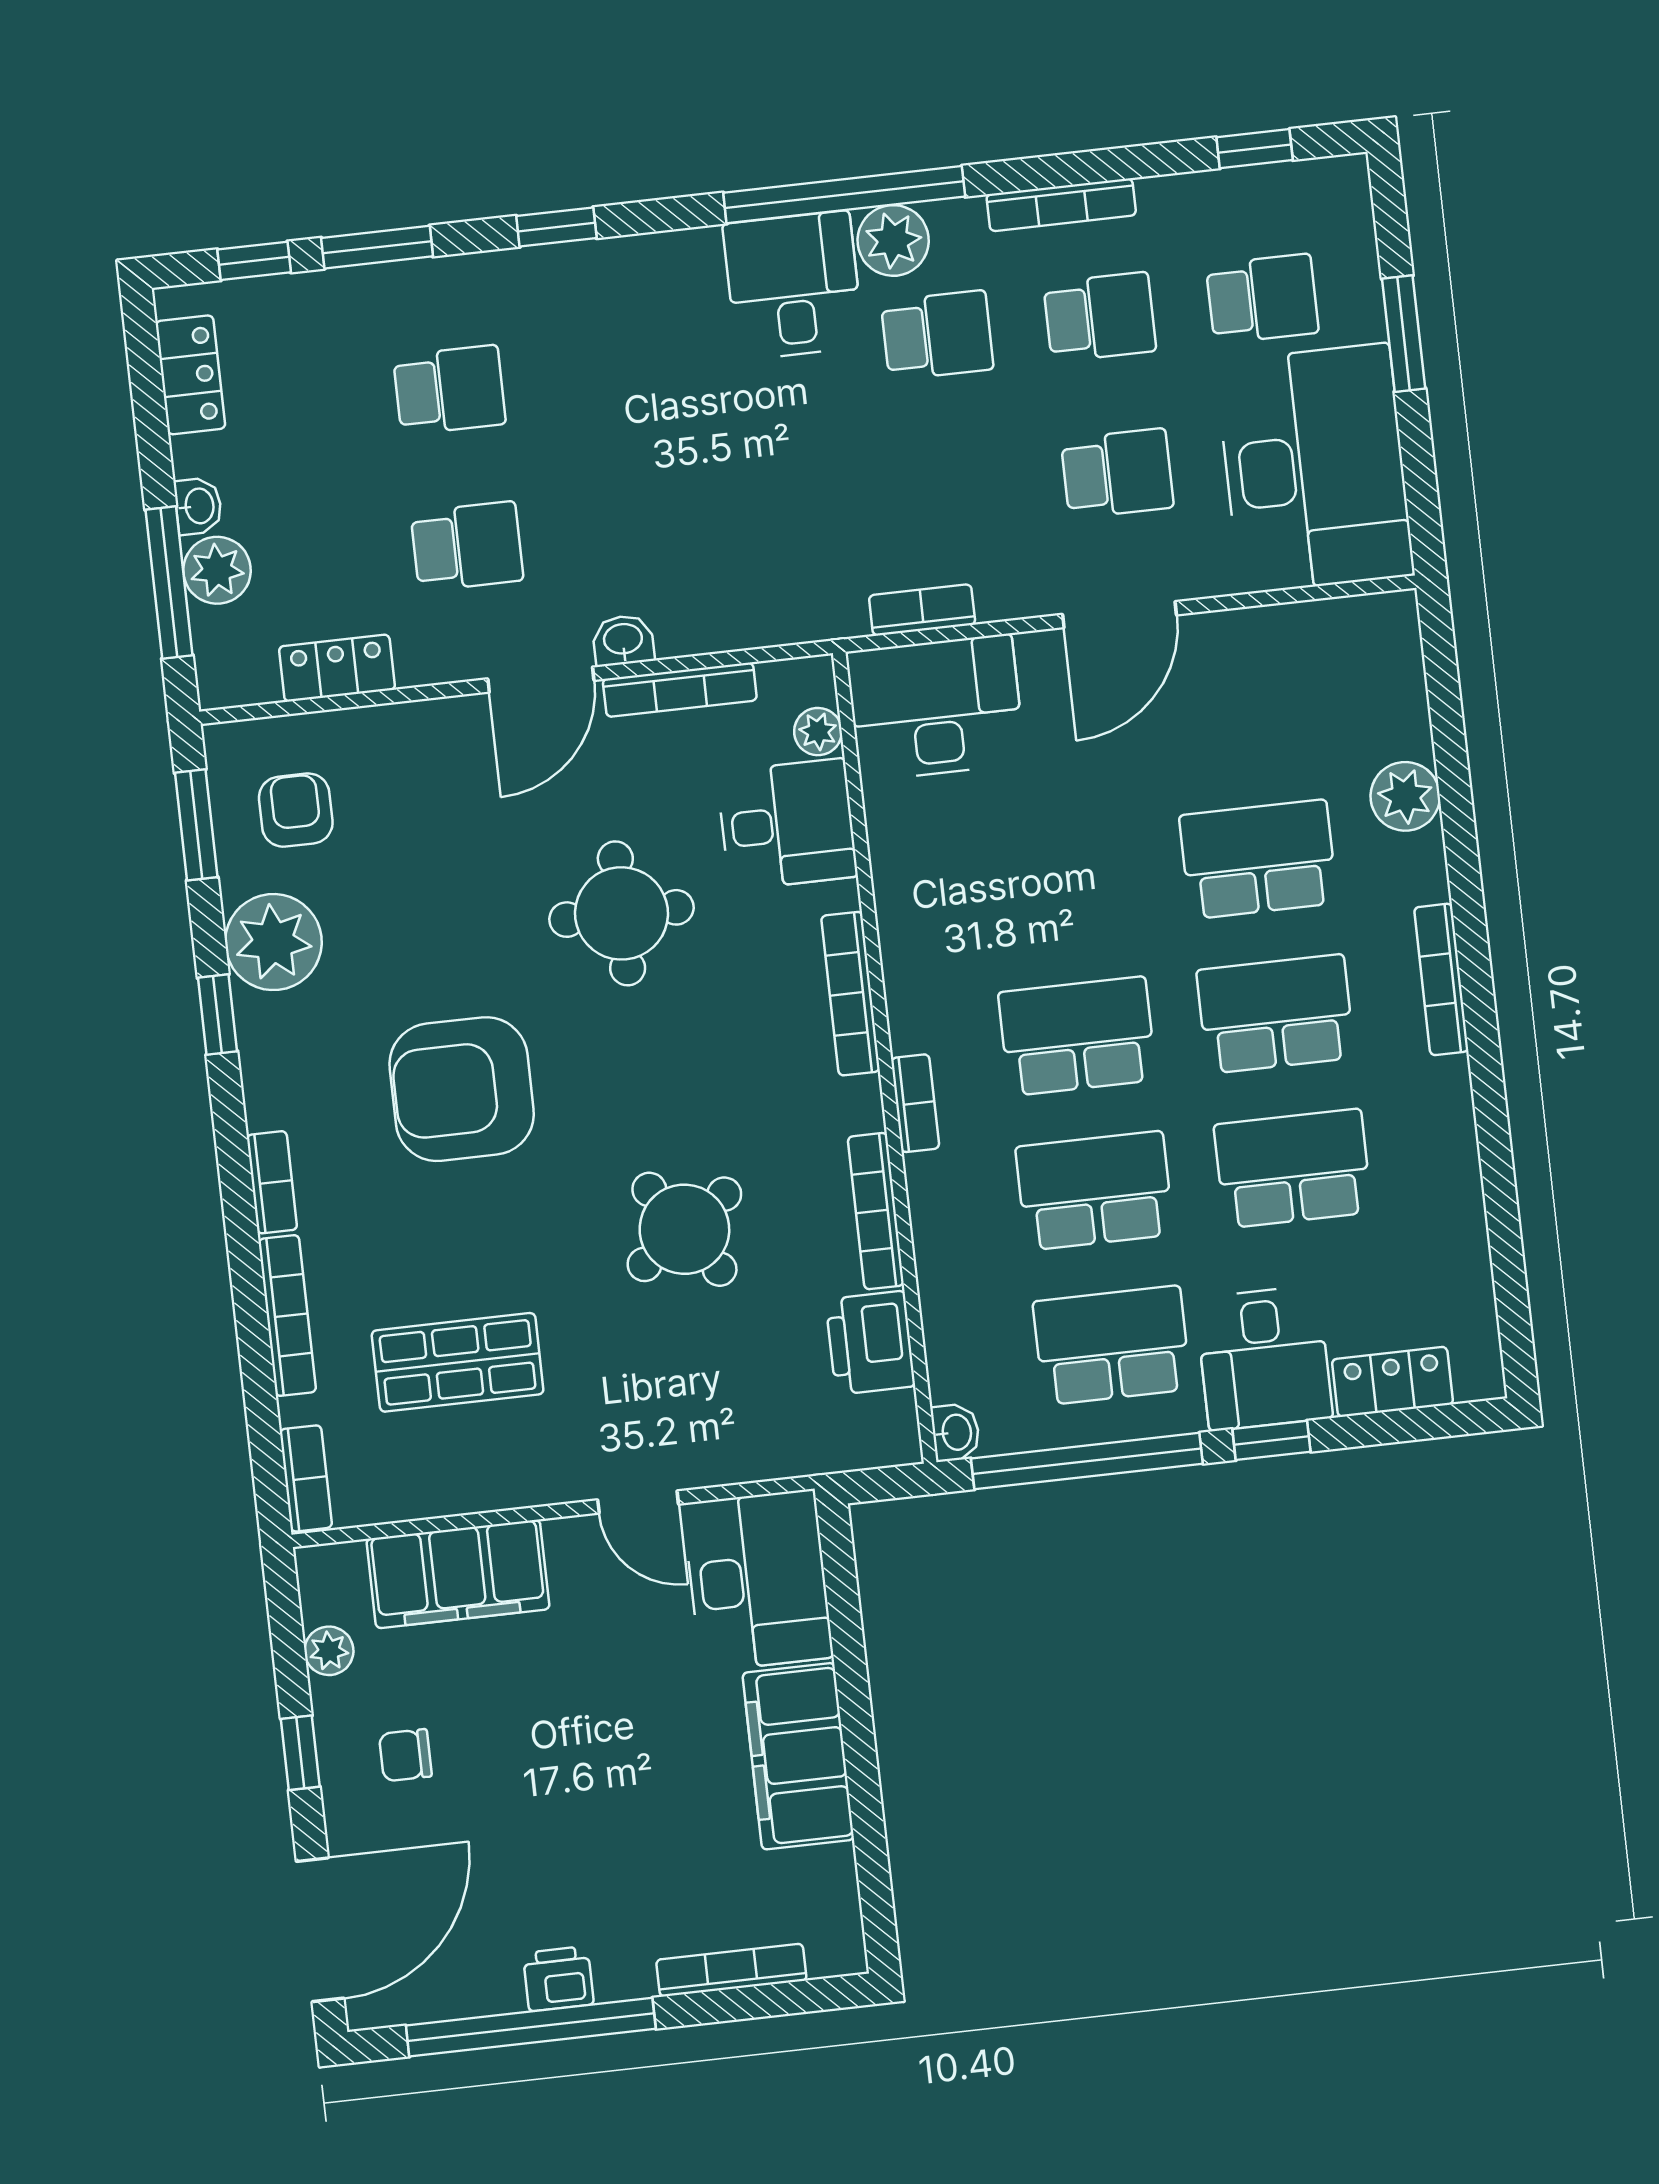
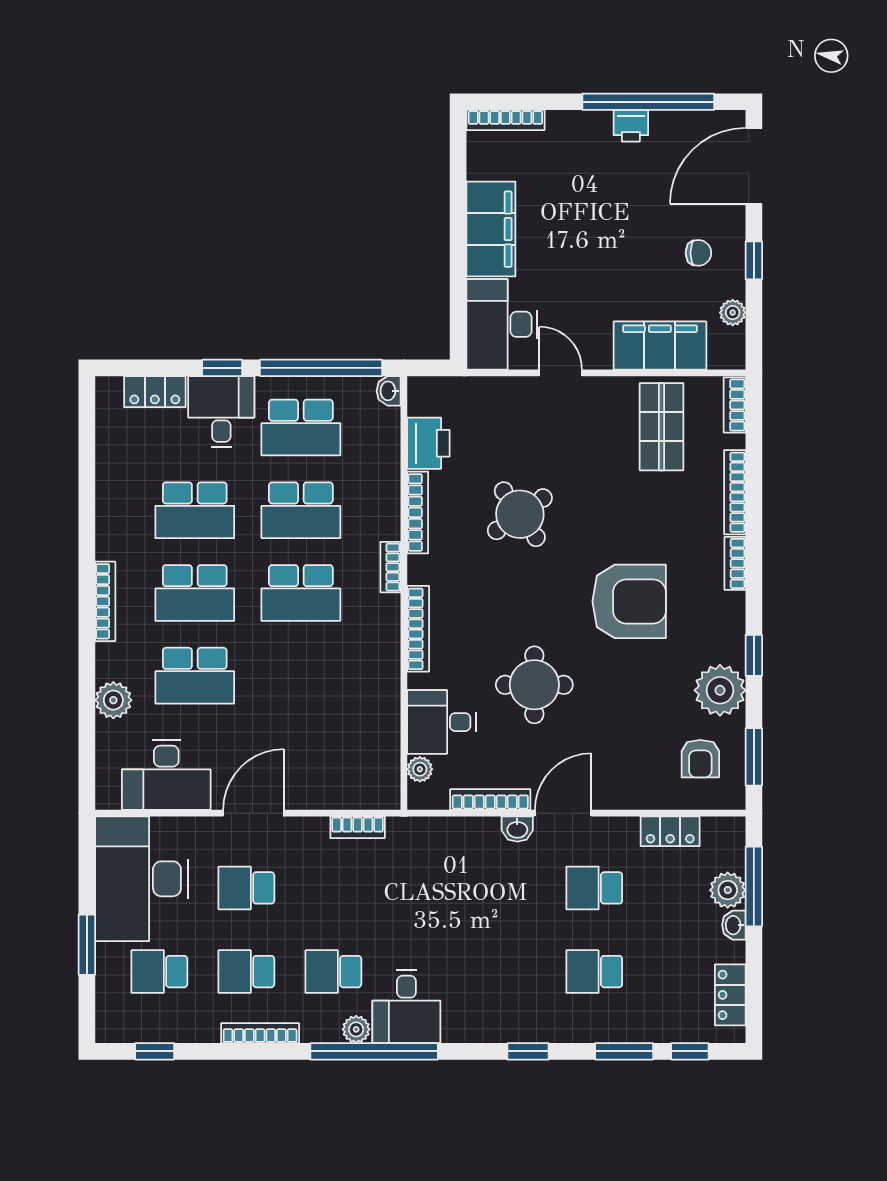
plant: (893, 240) -> (356, 1029), width x0.73, depth x0.73
desk: (936, 708) -> (166, 775), moved
shop shelf: (458, 1362) -> (662, 427), moved, turned 90
bookcase: (731, 1970) -> (505, 120), moved

